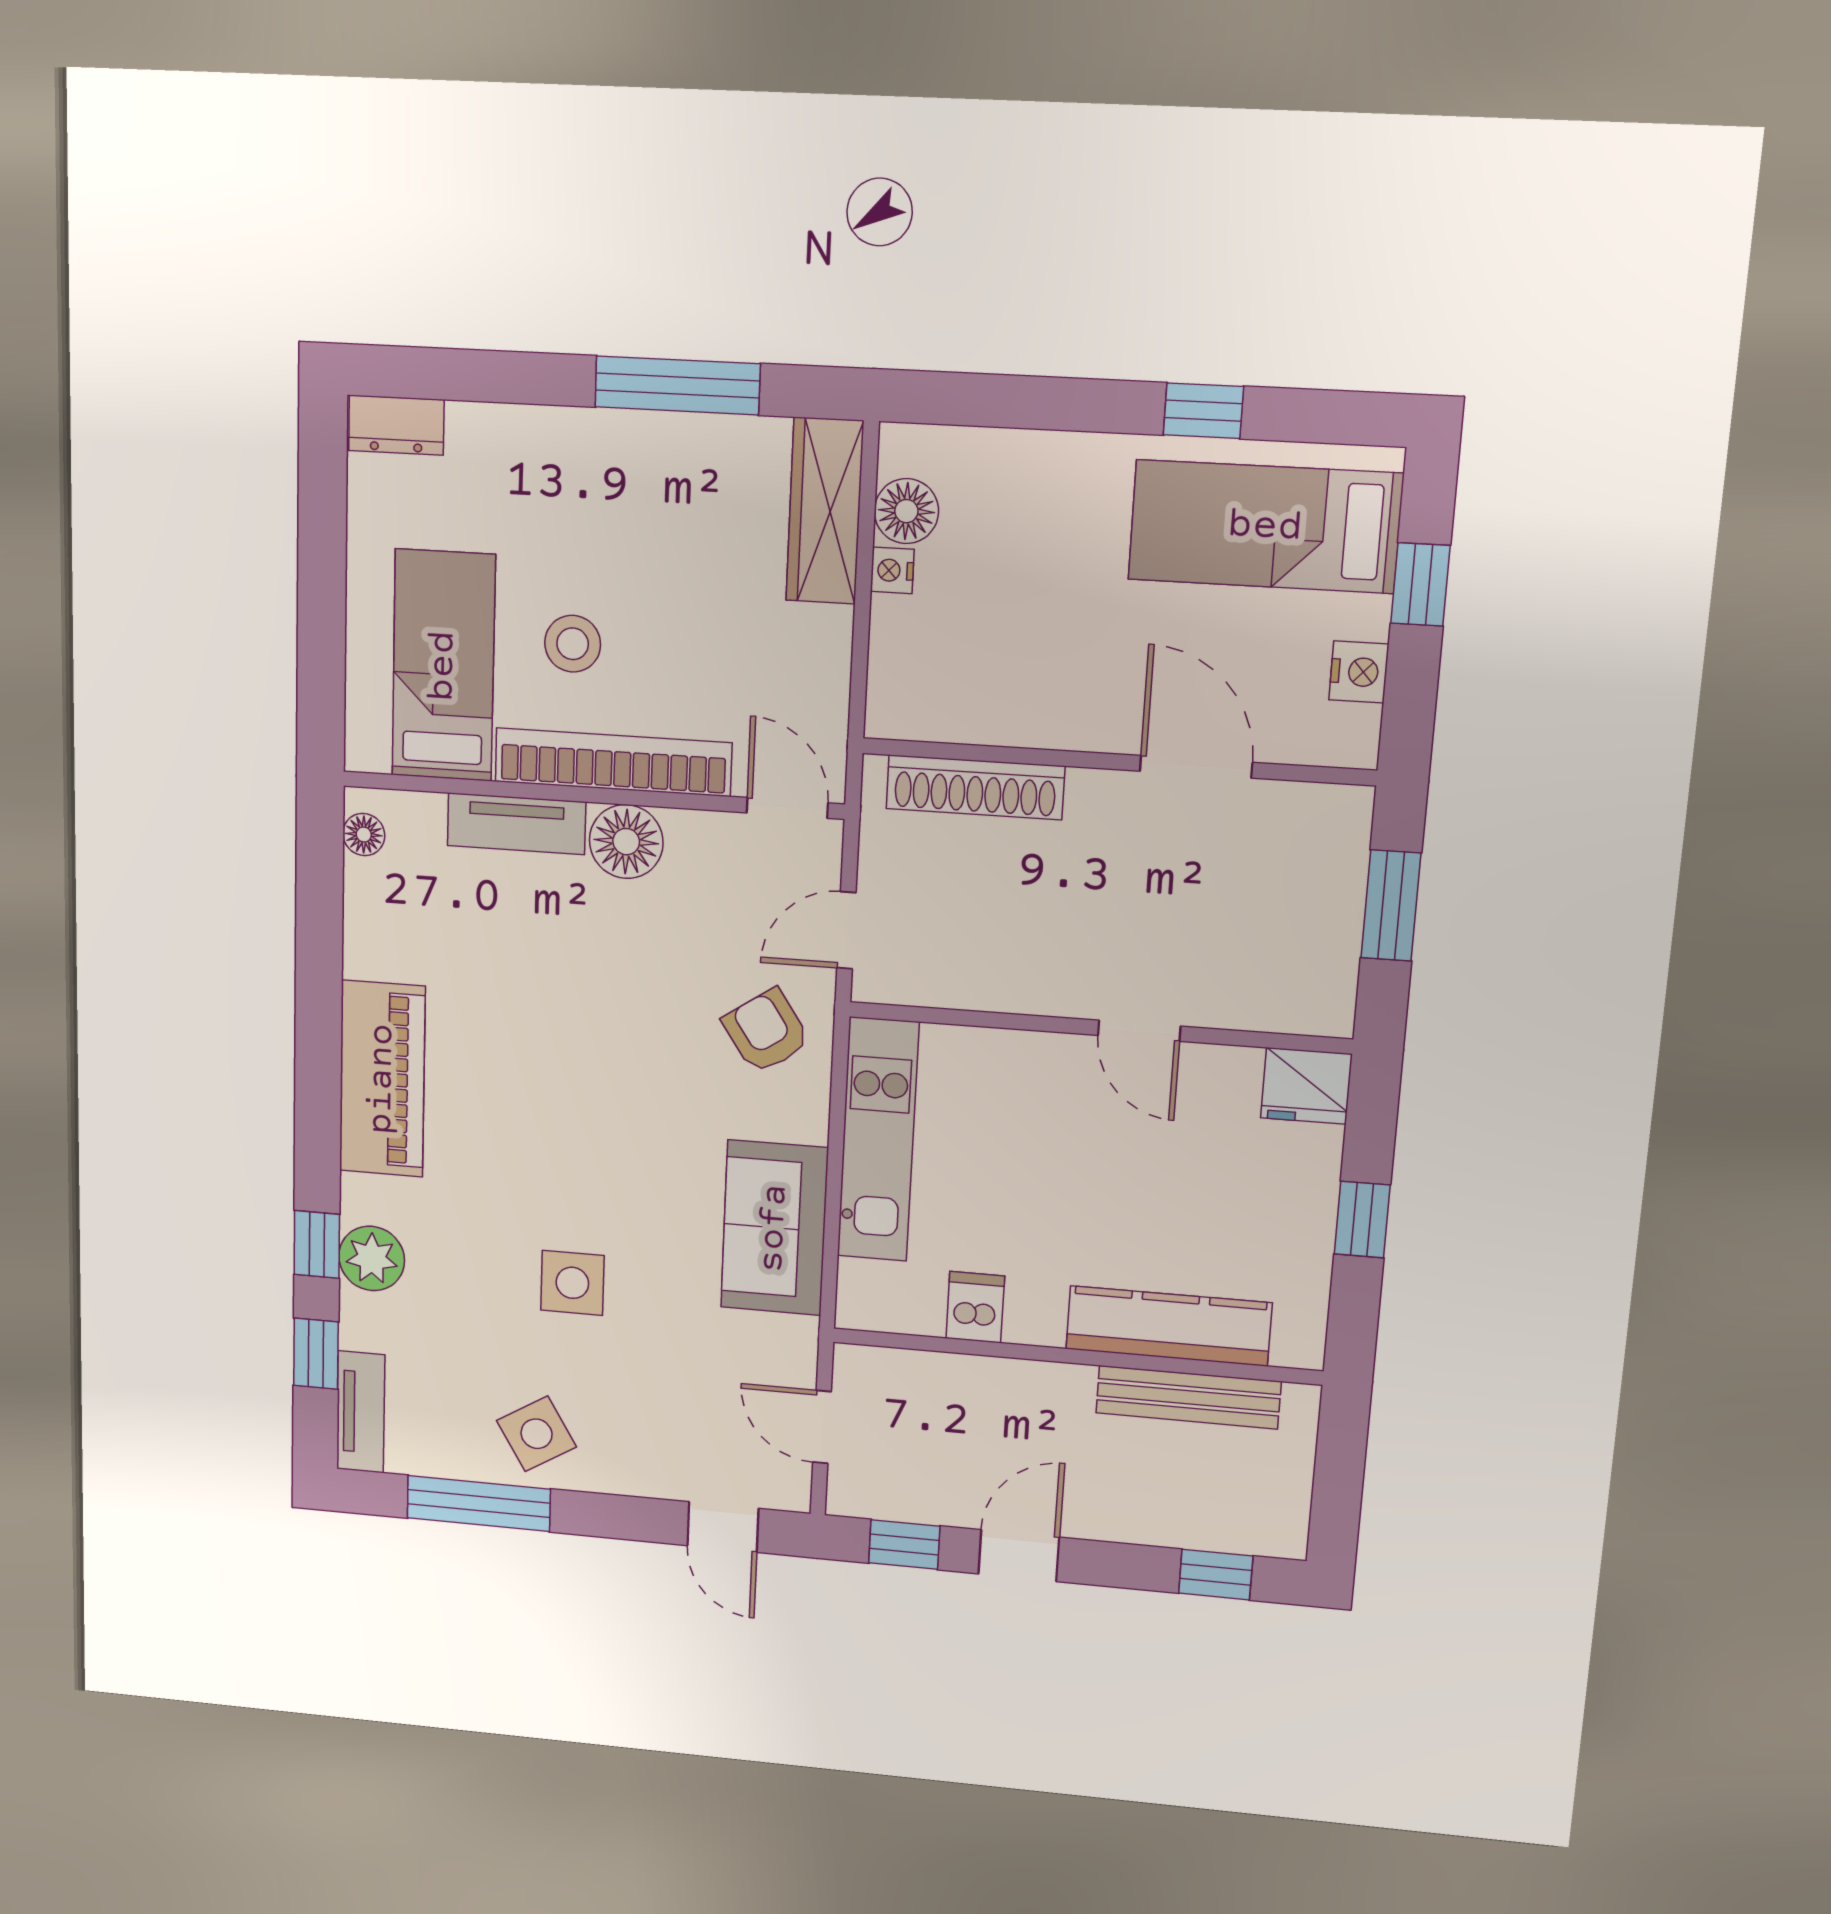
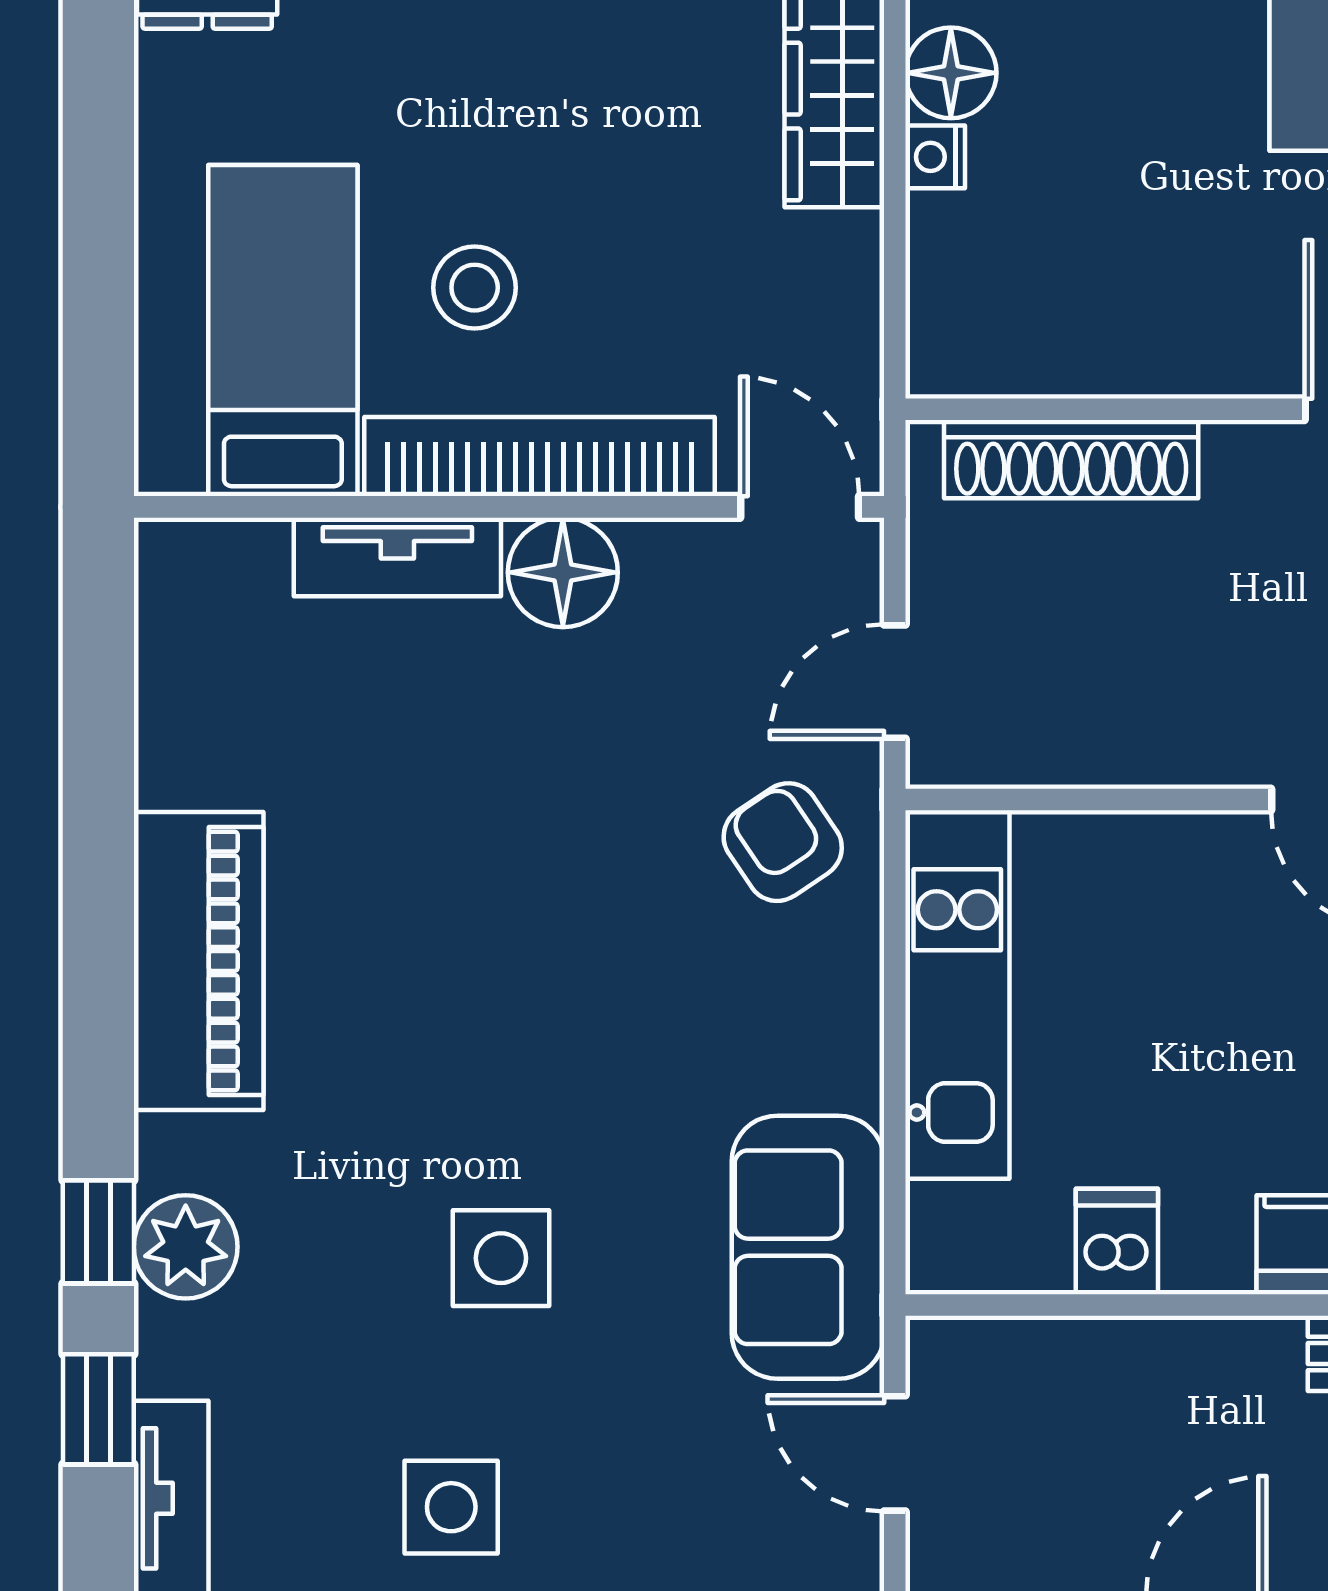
floor lamp: (364, 835) -> (166, 589), removed
sofa: (774, 1228) -> (808, 1247), moved
side table: (537, 1434) -> (451, 1507), turned 31

